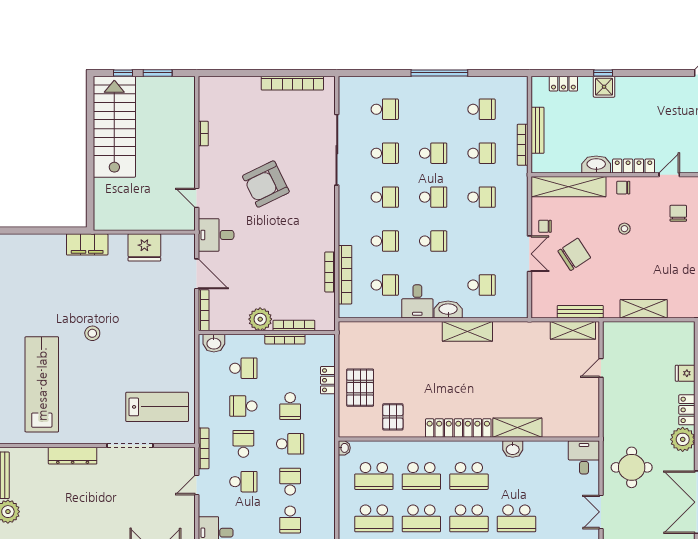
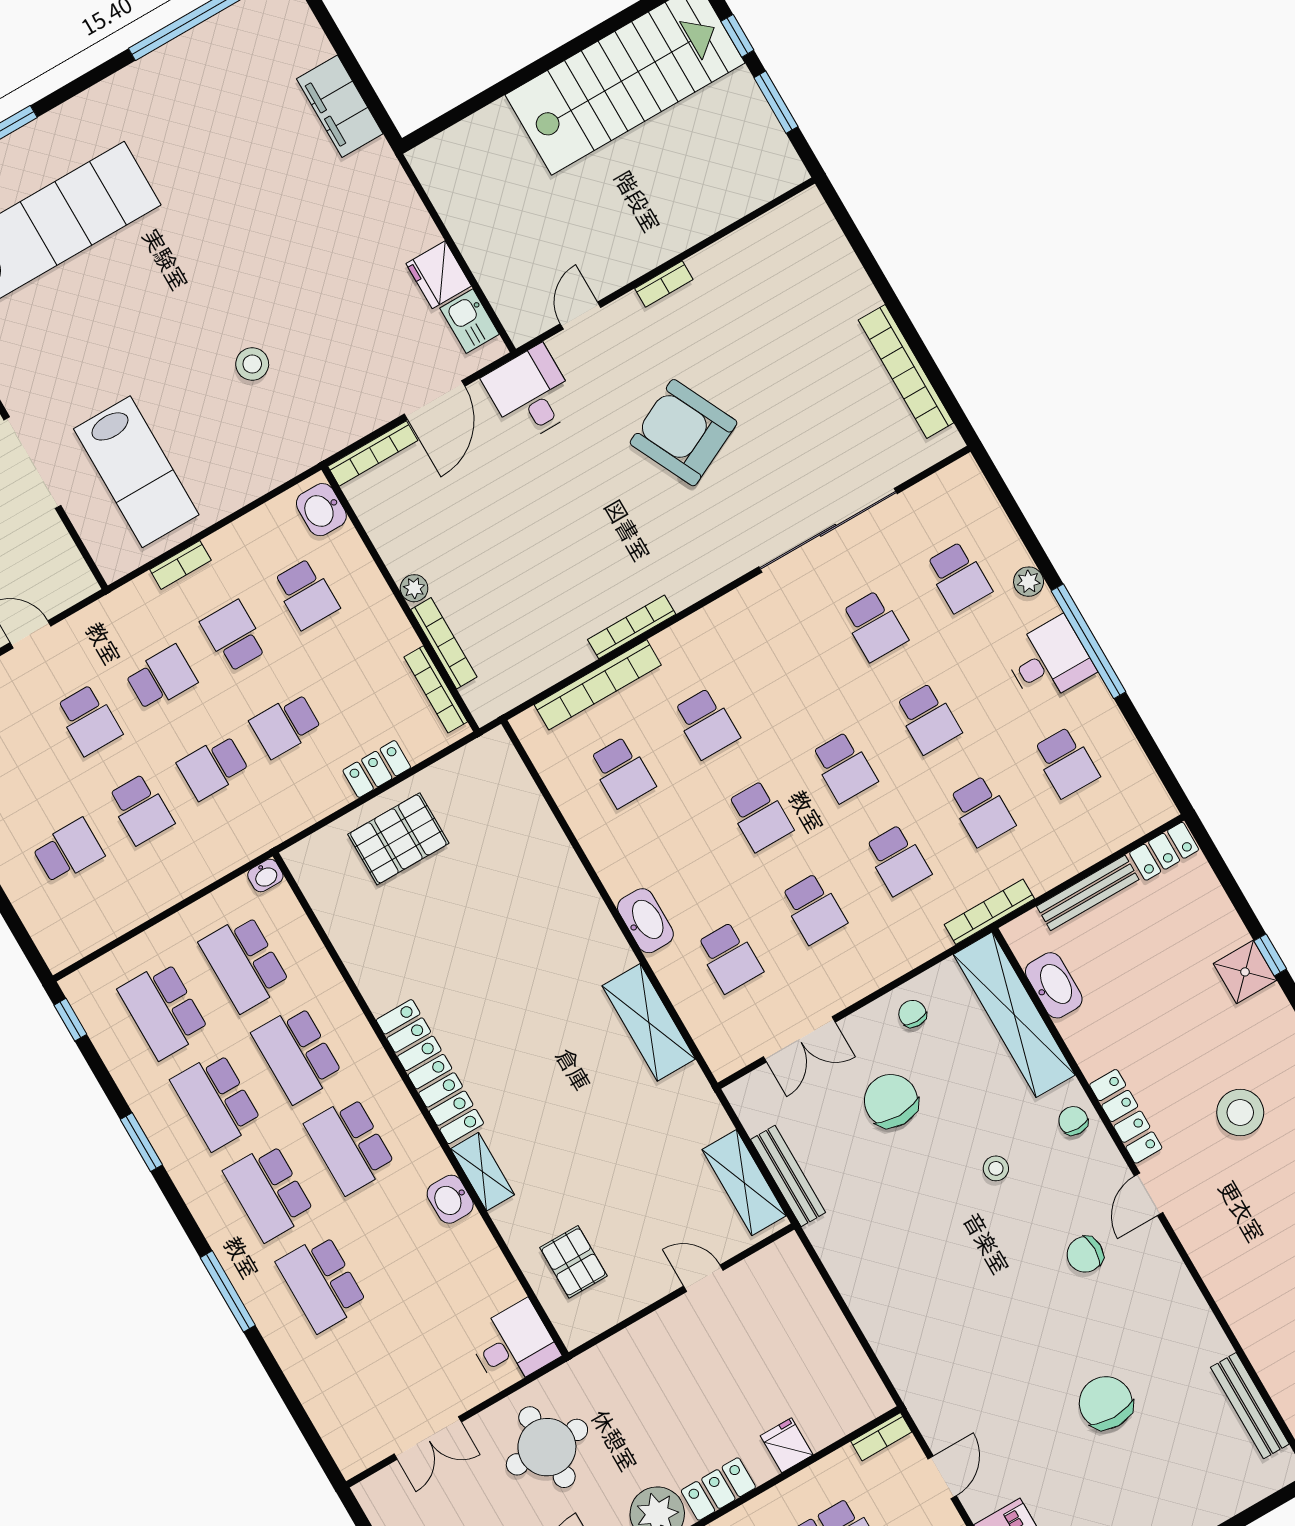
plant: (402, 83) -> (1029, 582), added
locker: (563, 84) -> (1164, 851), moved, turned -90
stool: (658, 120) -> (1240, 1113), added
bookcase: (203, 134) -> (664, 284), moved
bookcase: (523, 145) -> (989, 912), moved
washbasin: (596, 165) -> (1054, 985), moved
door: (669, 175) -> (1149, 1194), swing flipped
school desk: (385, 197) -> (814, 909), moved
chair: (678, 213) -> (1085, 1254), turned 180
kitchen sink: (174, 242) -> (470, 321), added
filing cabinet: (87, 244) -> (340, 106), moved
fridge: (144, 247) -> (439, 275), width x0.73, depth x0.75
double door: (529, 254) -> (799, 1039), moved
chair: (574, 254) -> (891, 1101), turned -147
bookcase: (330, 272) -> (632, 627), moved
desk: (417, 301) -> (1049, 661), moved, turned 180
shelving: (644, 309) -> (864, 1294), removed
plant: (260, 319) -> (414, 588), width x0.53, depth x0.53
shelving: (467, 331) -> (649, 1022), moved
stool: (92, 333) -> (252, 364), moved
bookcase: (285, 339) -> (436, 689), moved
pallet: (393, 417) -> (574, 1262), moved, turned 90
shelving: (517, 428) -> (483, 1172), width x0.67, depth x0.75
school desk: (290, 444) -> (213, 767), turned 90
bookcase: (204, 448) -> (180, 565), moved, width x0.64
school desk: (290, 482) -> (141, 809), turned 90
double door: (601, 512) -> (428, 1438), swing flipped
school desk: (290, 519) -> (68, 851), turned 180

